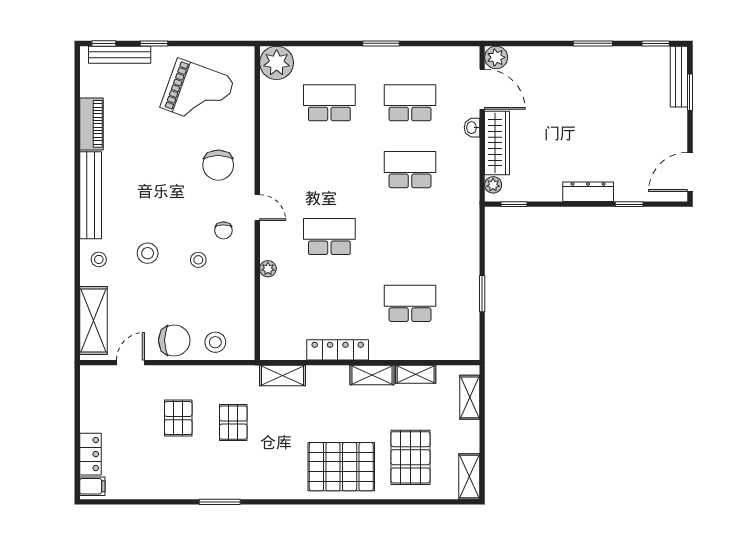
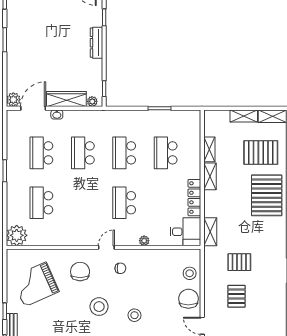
grand piano: (197, 93) -> (35, 284), turned -134
chair: (218, 165) -> (80, 272), turned -90
school desk: (410, 236) -> (124, 153), added
stool: (198, 260) -> (99, 307), moved, width x1.89, depth x1.89
desk: (283, 336) -> (185, 232), added
shelving: (470, 397) -> (244, 116), moved
pallet: (178, 418) -> (236, 296), turned 90

